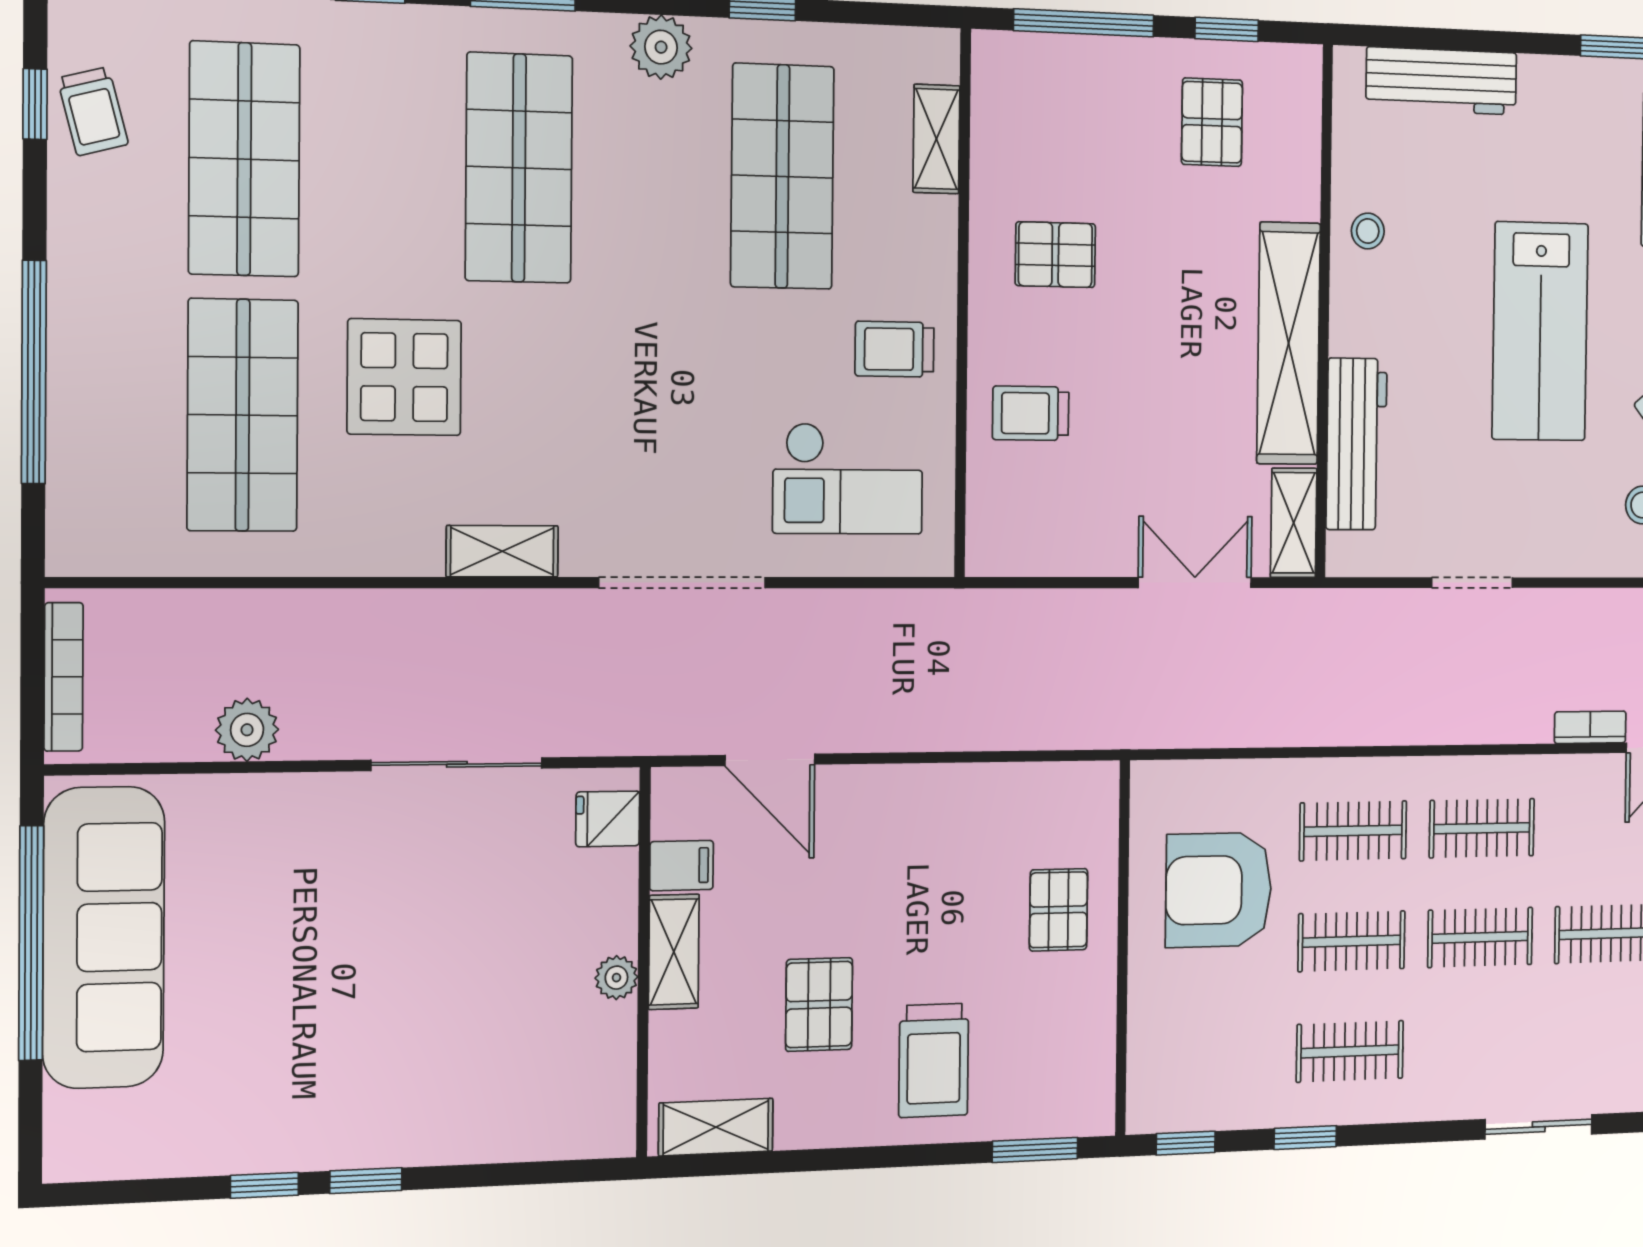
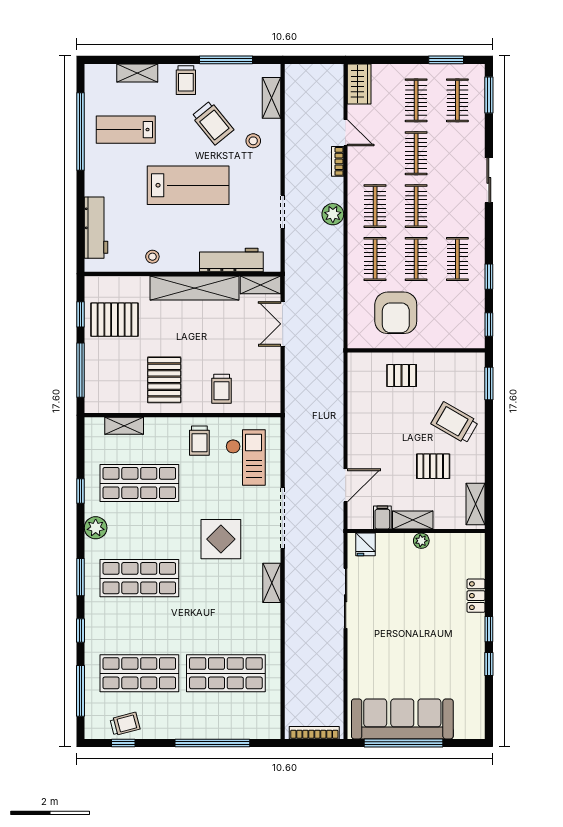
pallet: (1212, 122) -> (114, 320), width x1.50, depth x1.42
pallet: (1055, 255) -> (164, 380), width x1.50, depth x1.42
display table: (404, 377) -> (221, 539), moved
plant: (247, 730) -> (333, 214), moved
trolley: (934, 1060) -> (455, 423), turned -150
locker: (461, 1139) -> (476, 596), added

